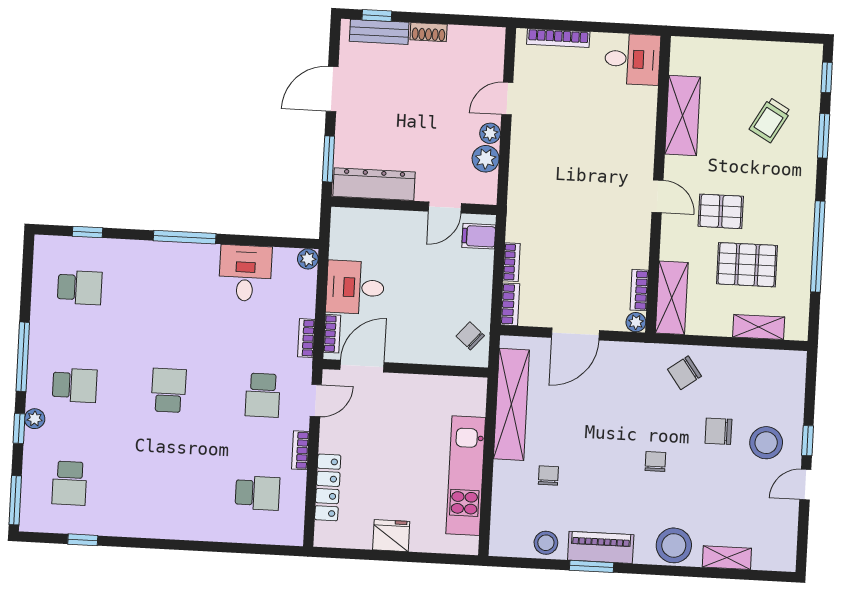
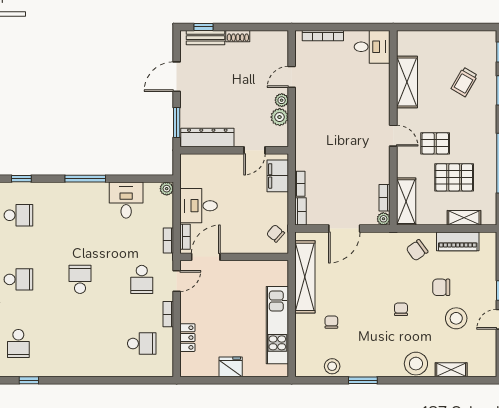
filing cabinet: (479, 236) -> (278, 176), width x2.00
stool: (766, 443) -> (456, 318), moved
locker: (328, 487) -> (187, 338), width x0.66
piano: (601, 547) -> (458, 241), moved, turned 180

